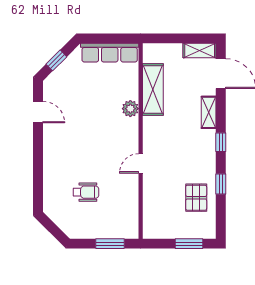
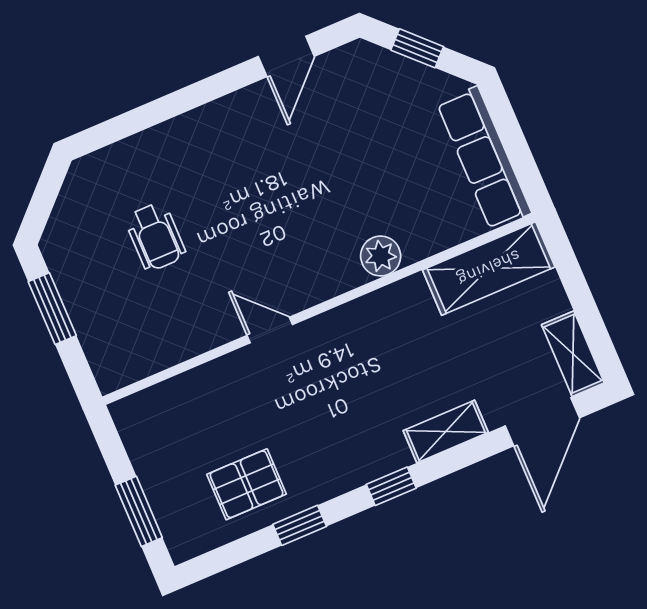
shelving: (153, 90) -> (489, 268), moved
window: (110, 244) -> (52, 309), moved

